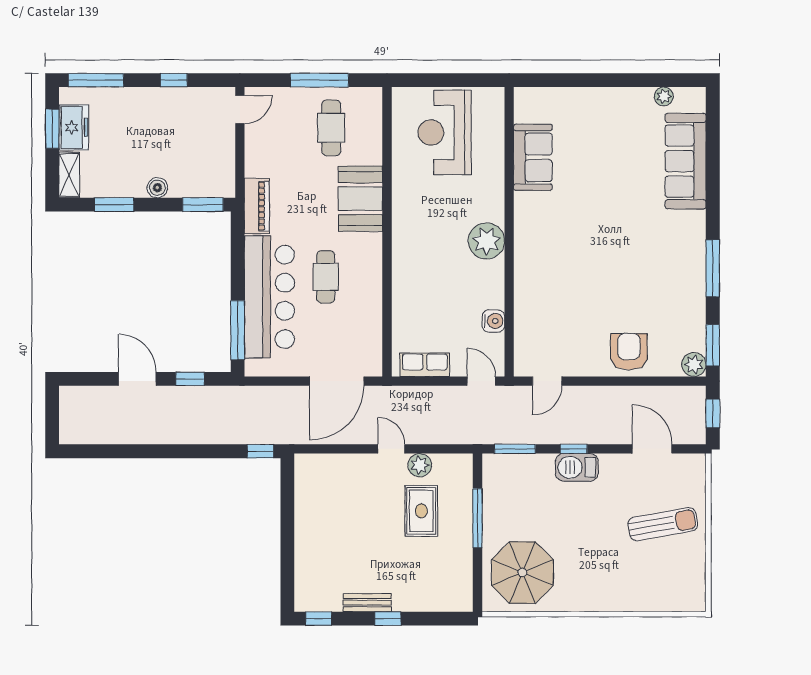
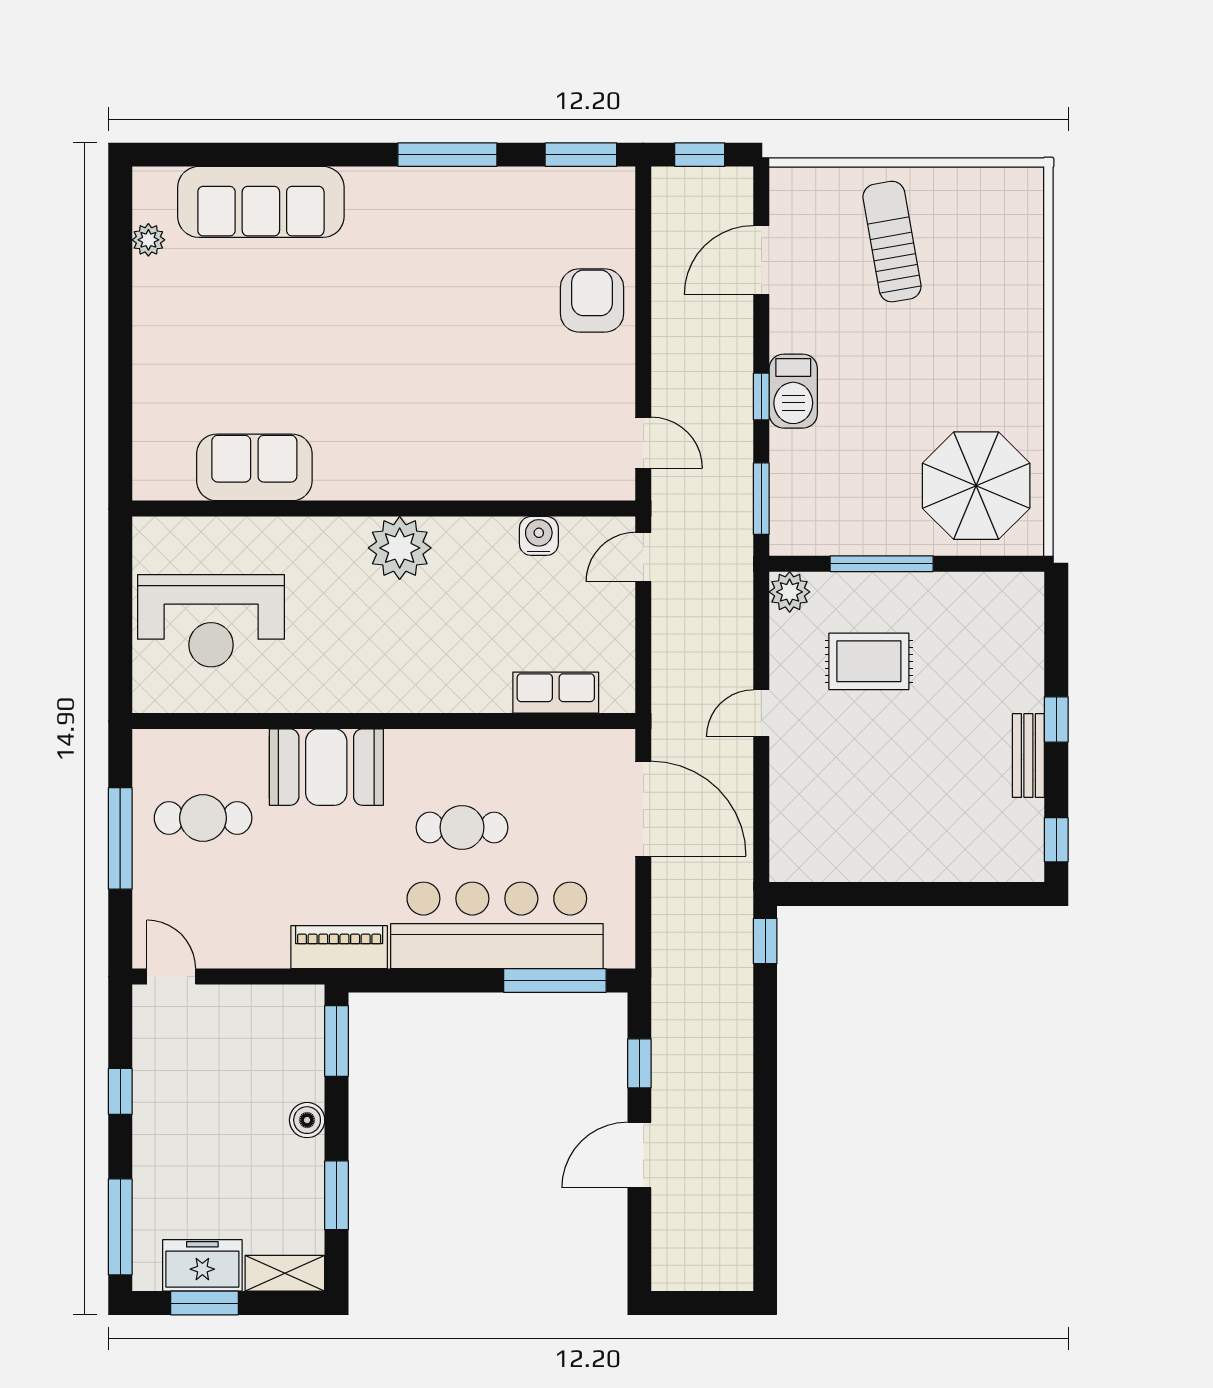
armchair: (629, 352) -> (592, 300), turned 90
plant: (694, 364) -> (614, 187), removed
row of seats: (425, 365) -> (556, 693), moved, turned 90
plant: (420, 465) -> (790, 592), moved

